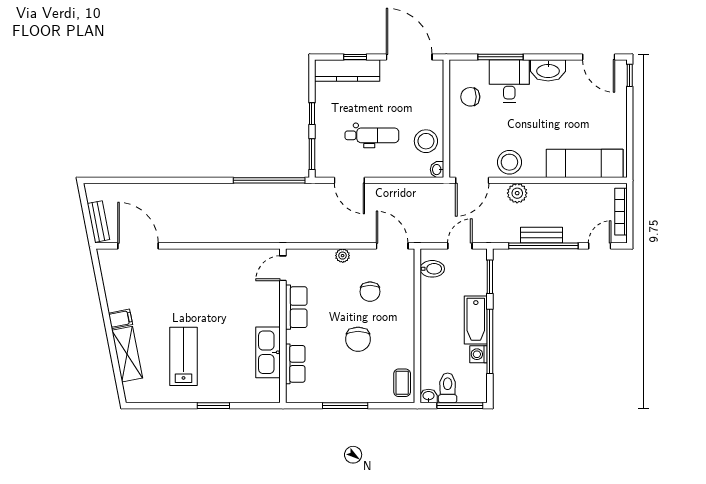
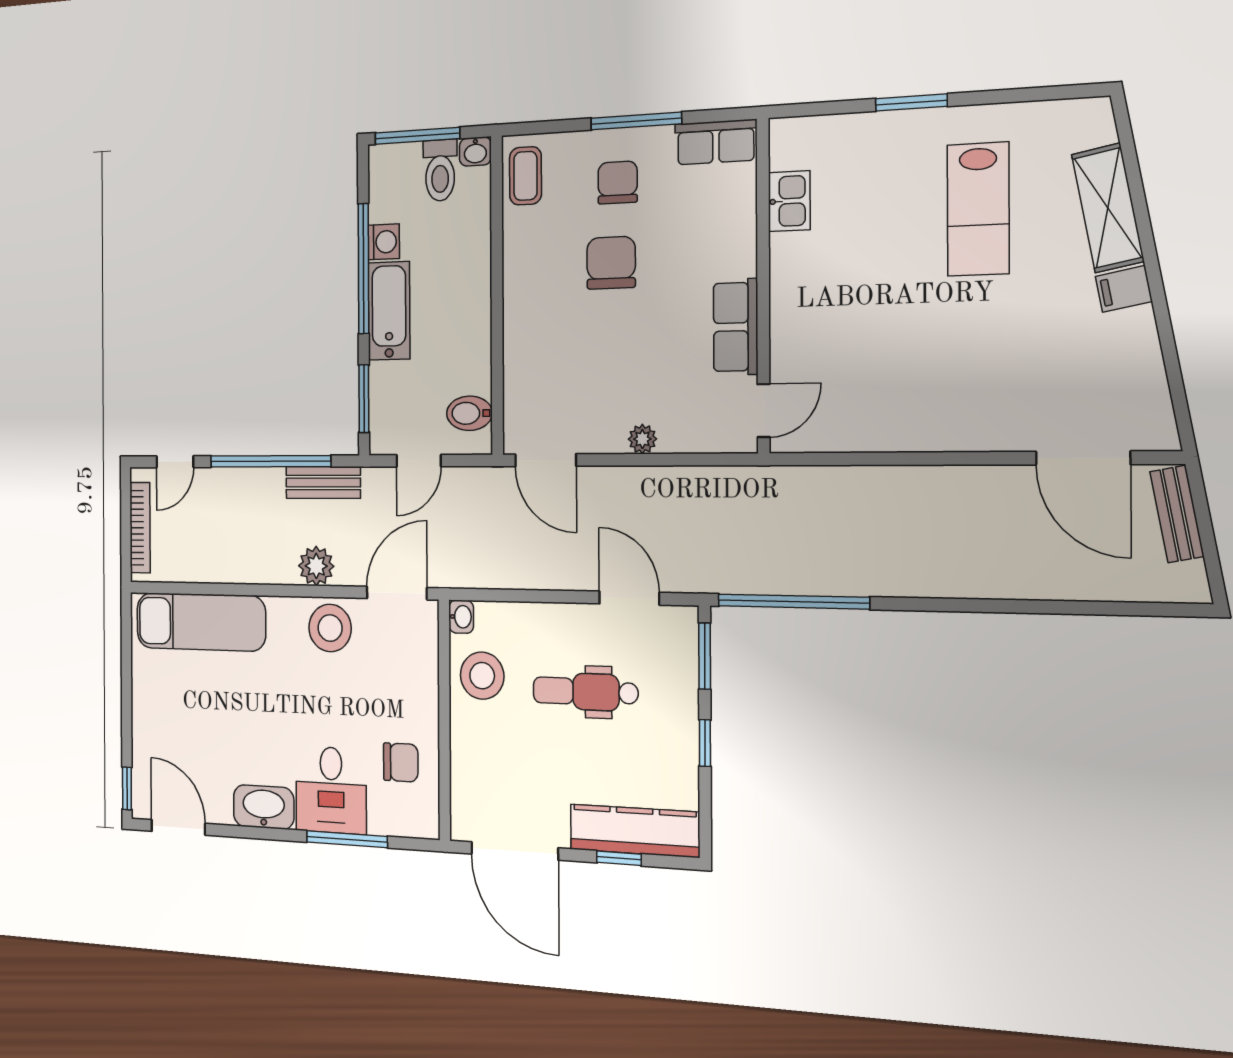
bench: (541, 235) -> (323, 483), moved
chair: (370, 292) -> (618, 183), moved
kitchen sink: (268, 352) -> (789, 201), width x0.53, depth x0.81
row of seats: (295, 364) -> (716, 142), moved, turned -90

